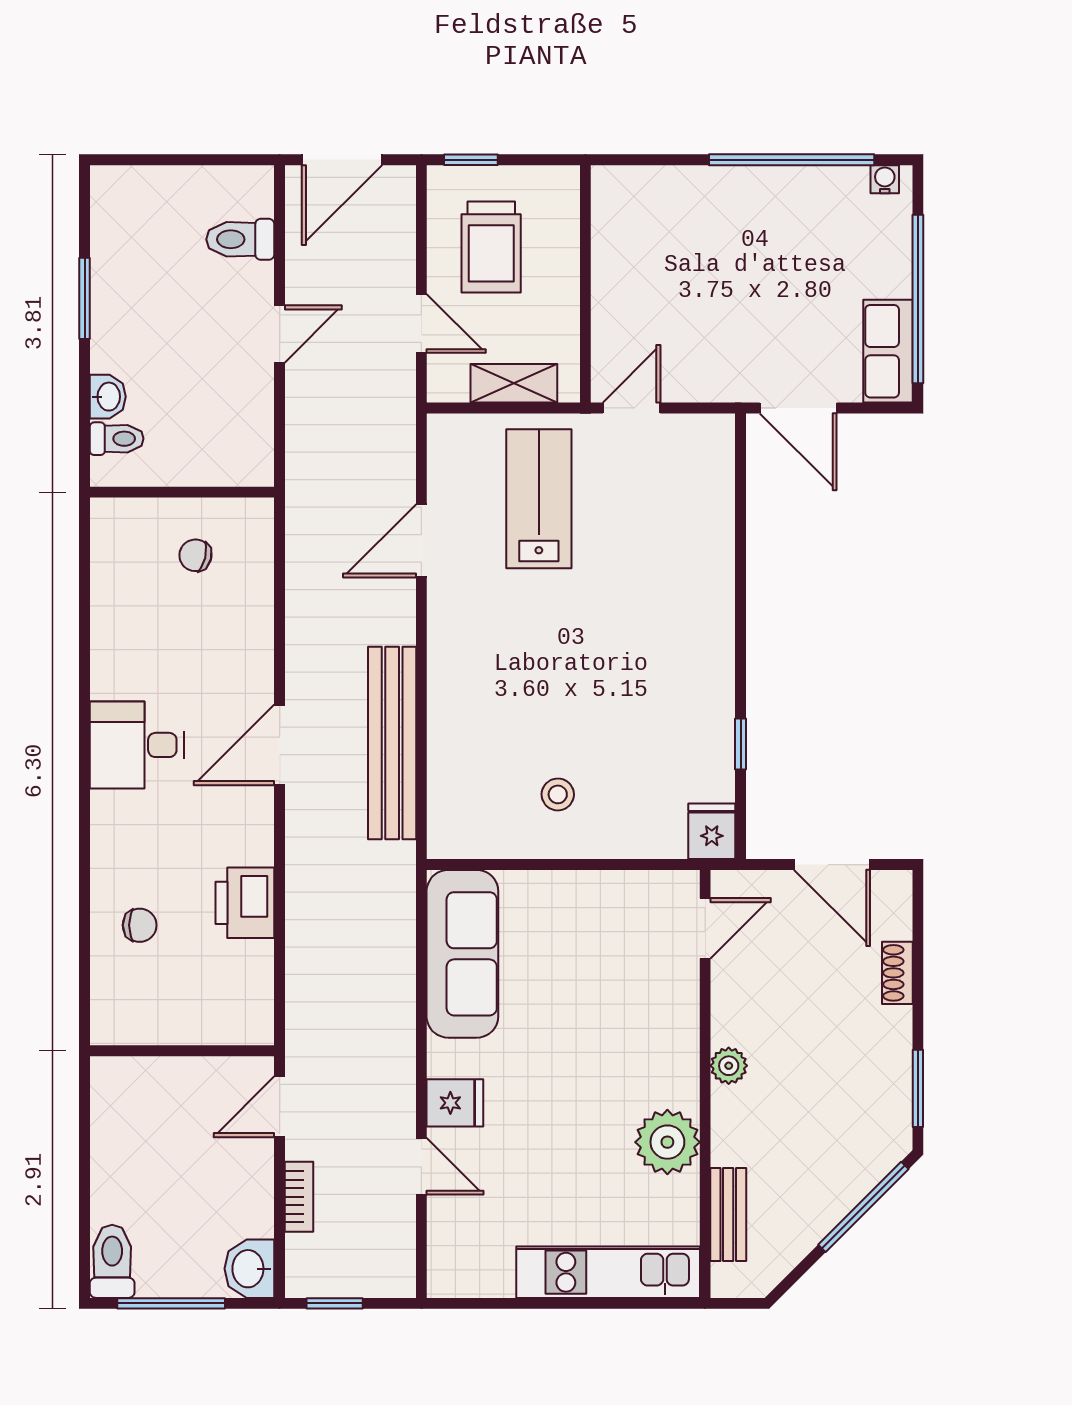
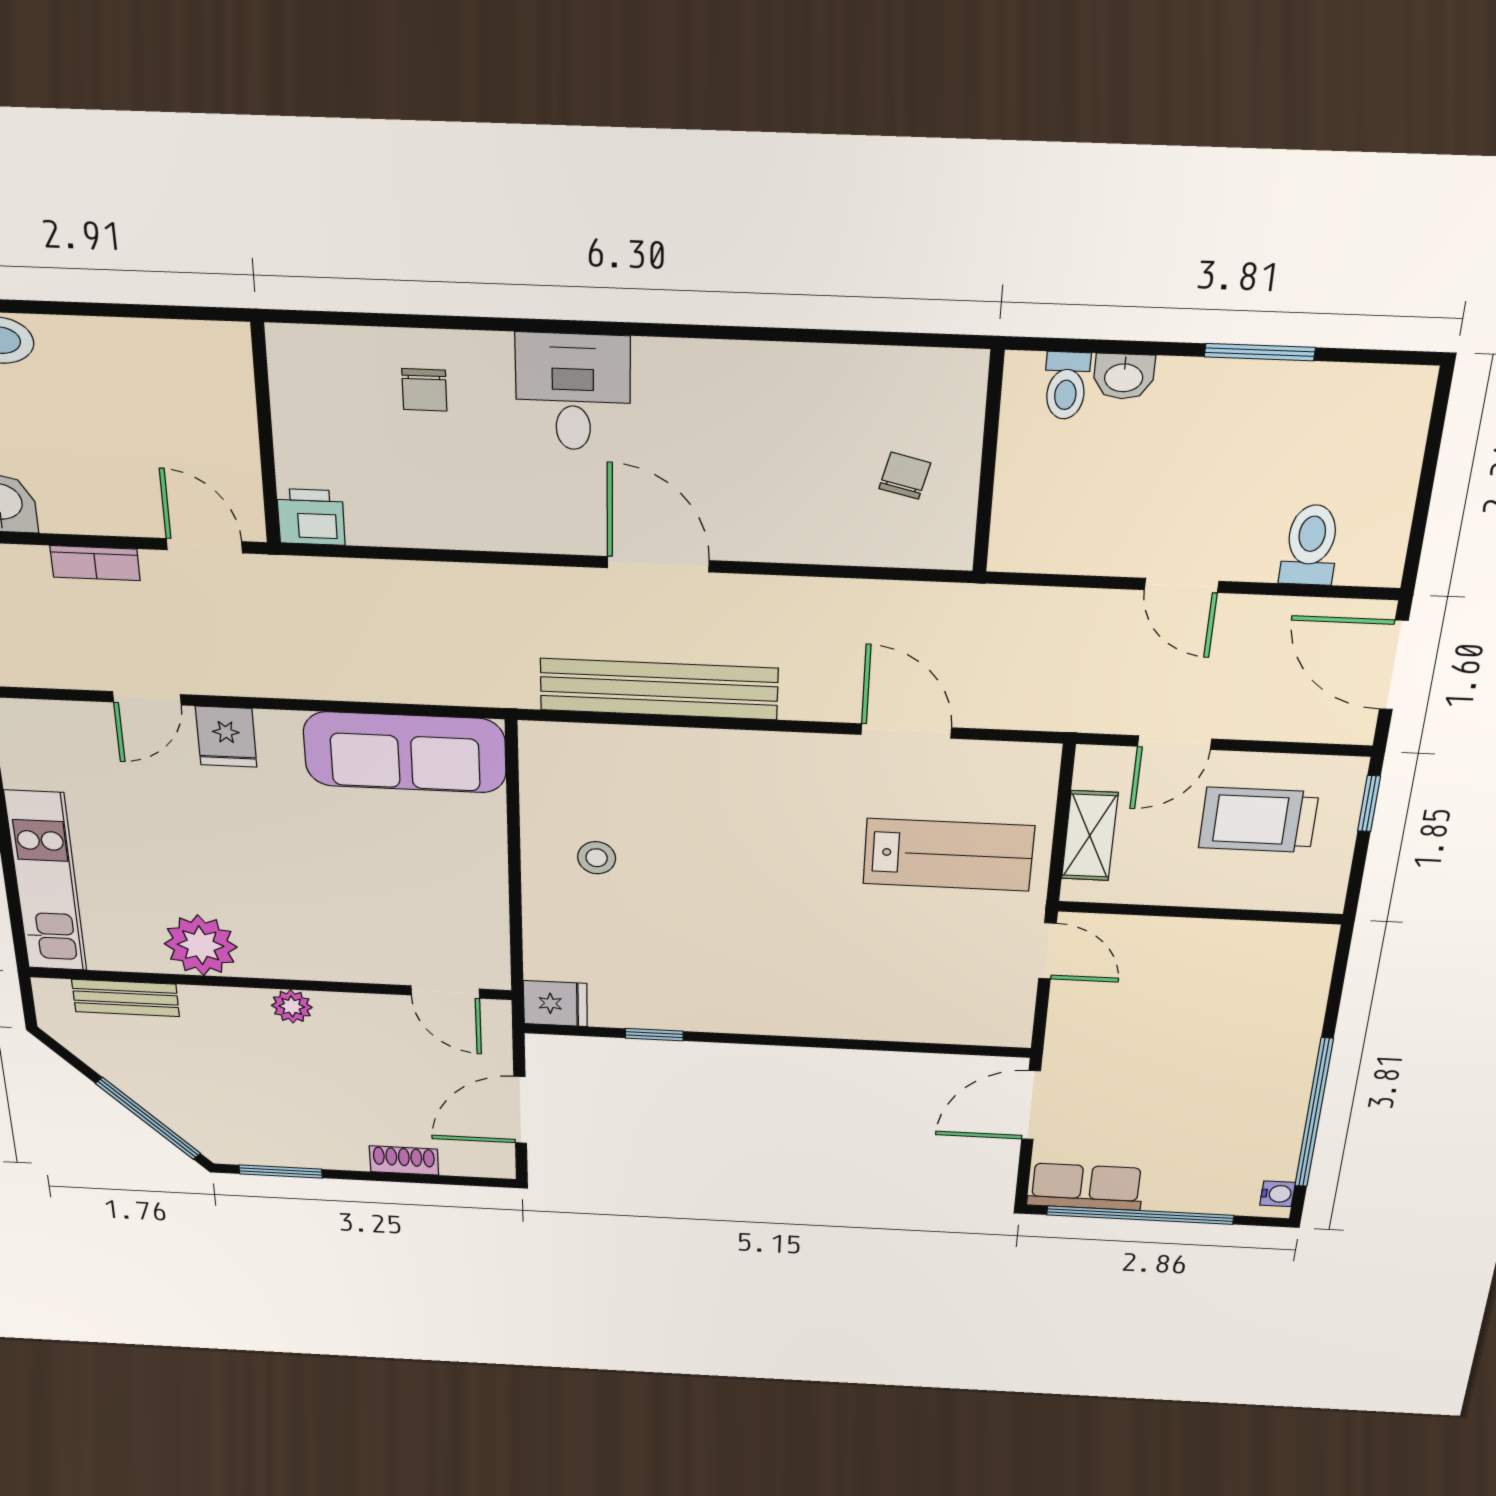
desk: (137, 745) -> (573, 392), moved
printer: (245, 903) -> (311, 517), moved, width x0.73, depth x0.81

